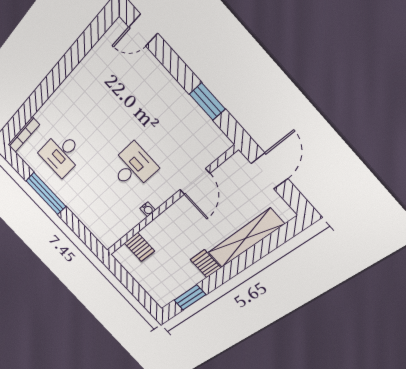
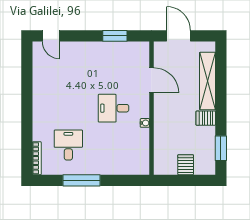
door: (143, 30) -> (51, 36), hinge flipped
desk: (61, 154) -> (68, 145), turned 180
desk: (133, 167) -> (114, 108), turned -90
server rack: (139, 247) -> (186, 165), moved, turned -90

